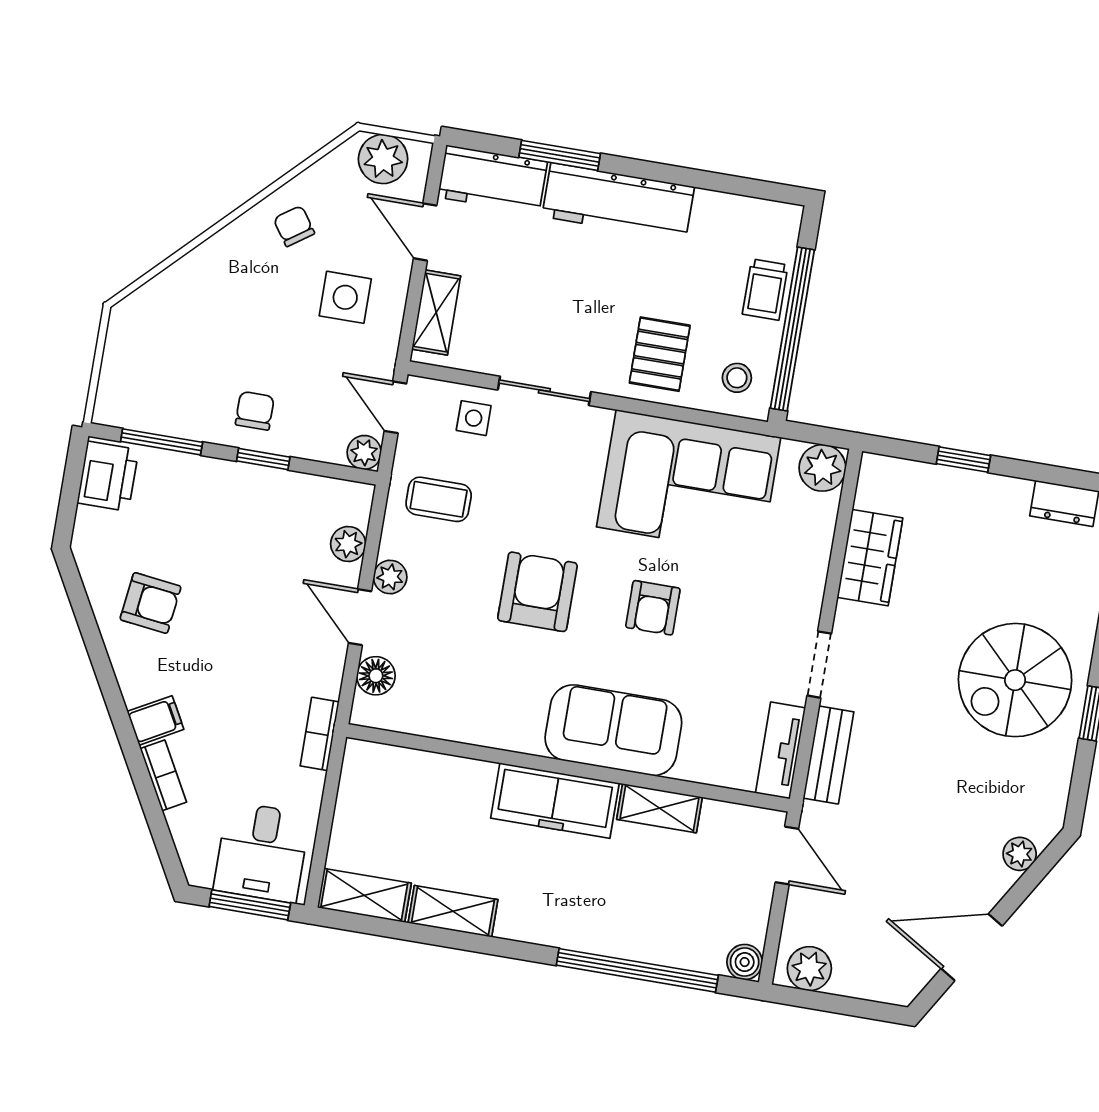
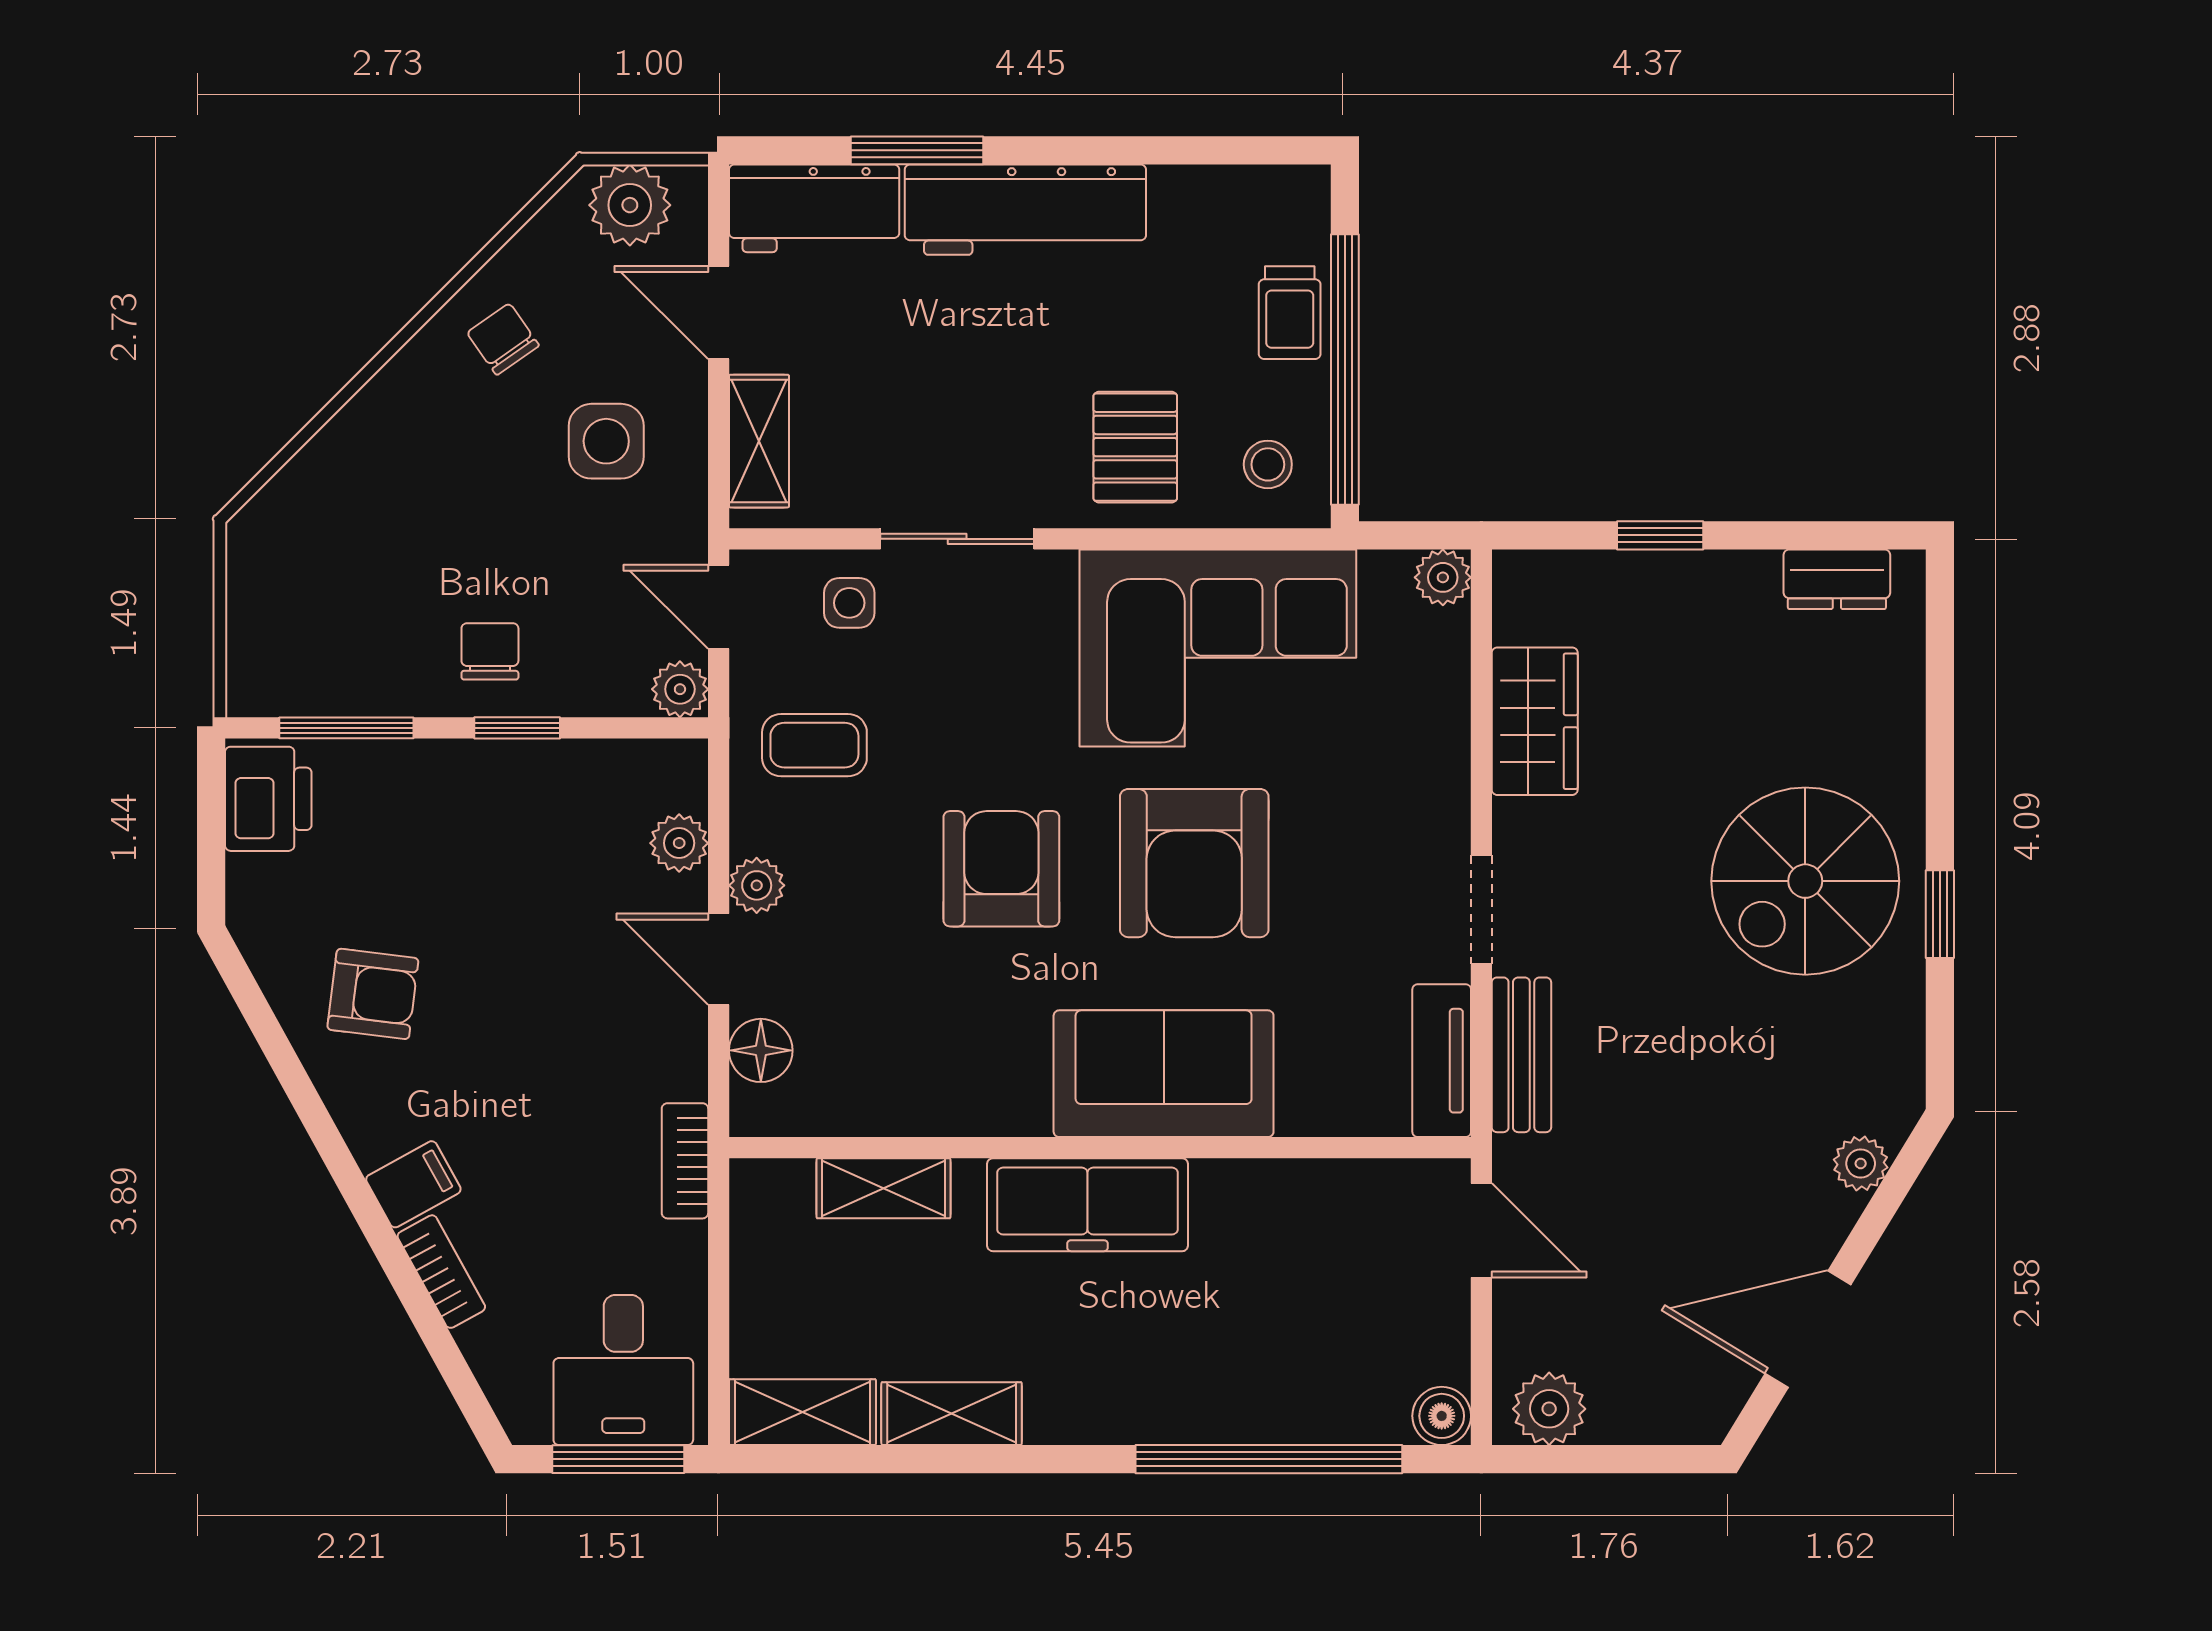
plant: (822, 468) -> (1443, 577), width x0.73, depth x0.73
armchair: (653, 608) -> (1194, 863), width x1.88, depth x1.88
shelving: (659, 808) -> (883, 1188), moved

